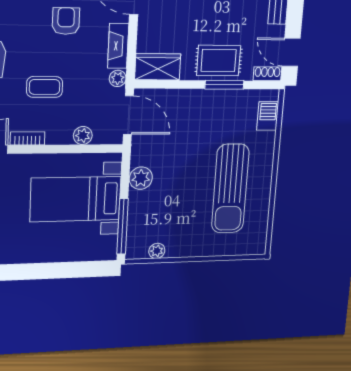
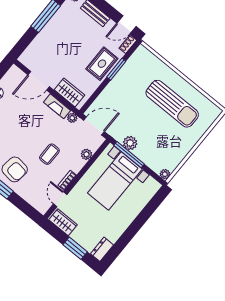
armchair: (66, 21) -> (27, 122), removed
wardrobe: (158, 67) -> (69, 92), moved, turned 90
barbecue: (268, 116) -> (150, 59), removed
window: (123, 226) -> (129, 155), moved
plant: (157, 251) -> (165, 174), moved

